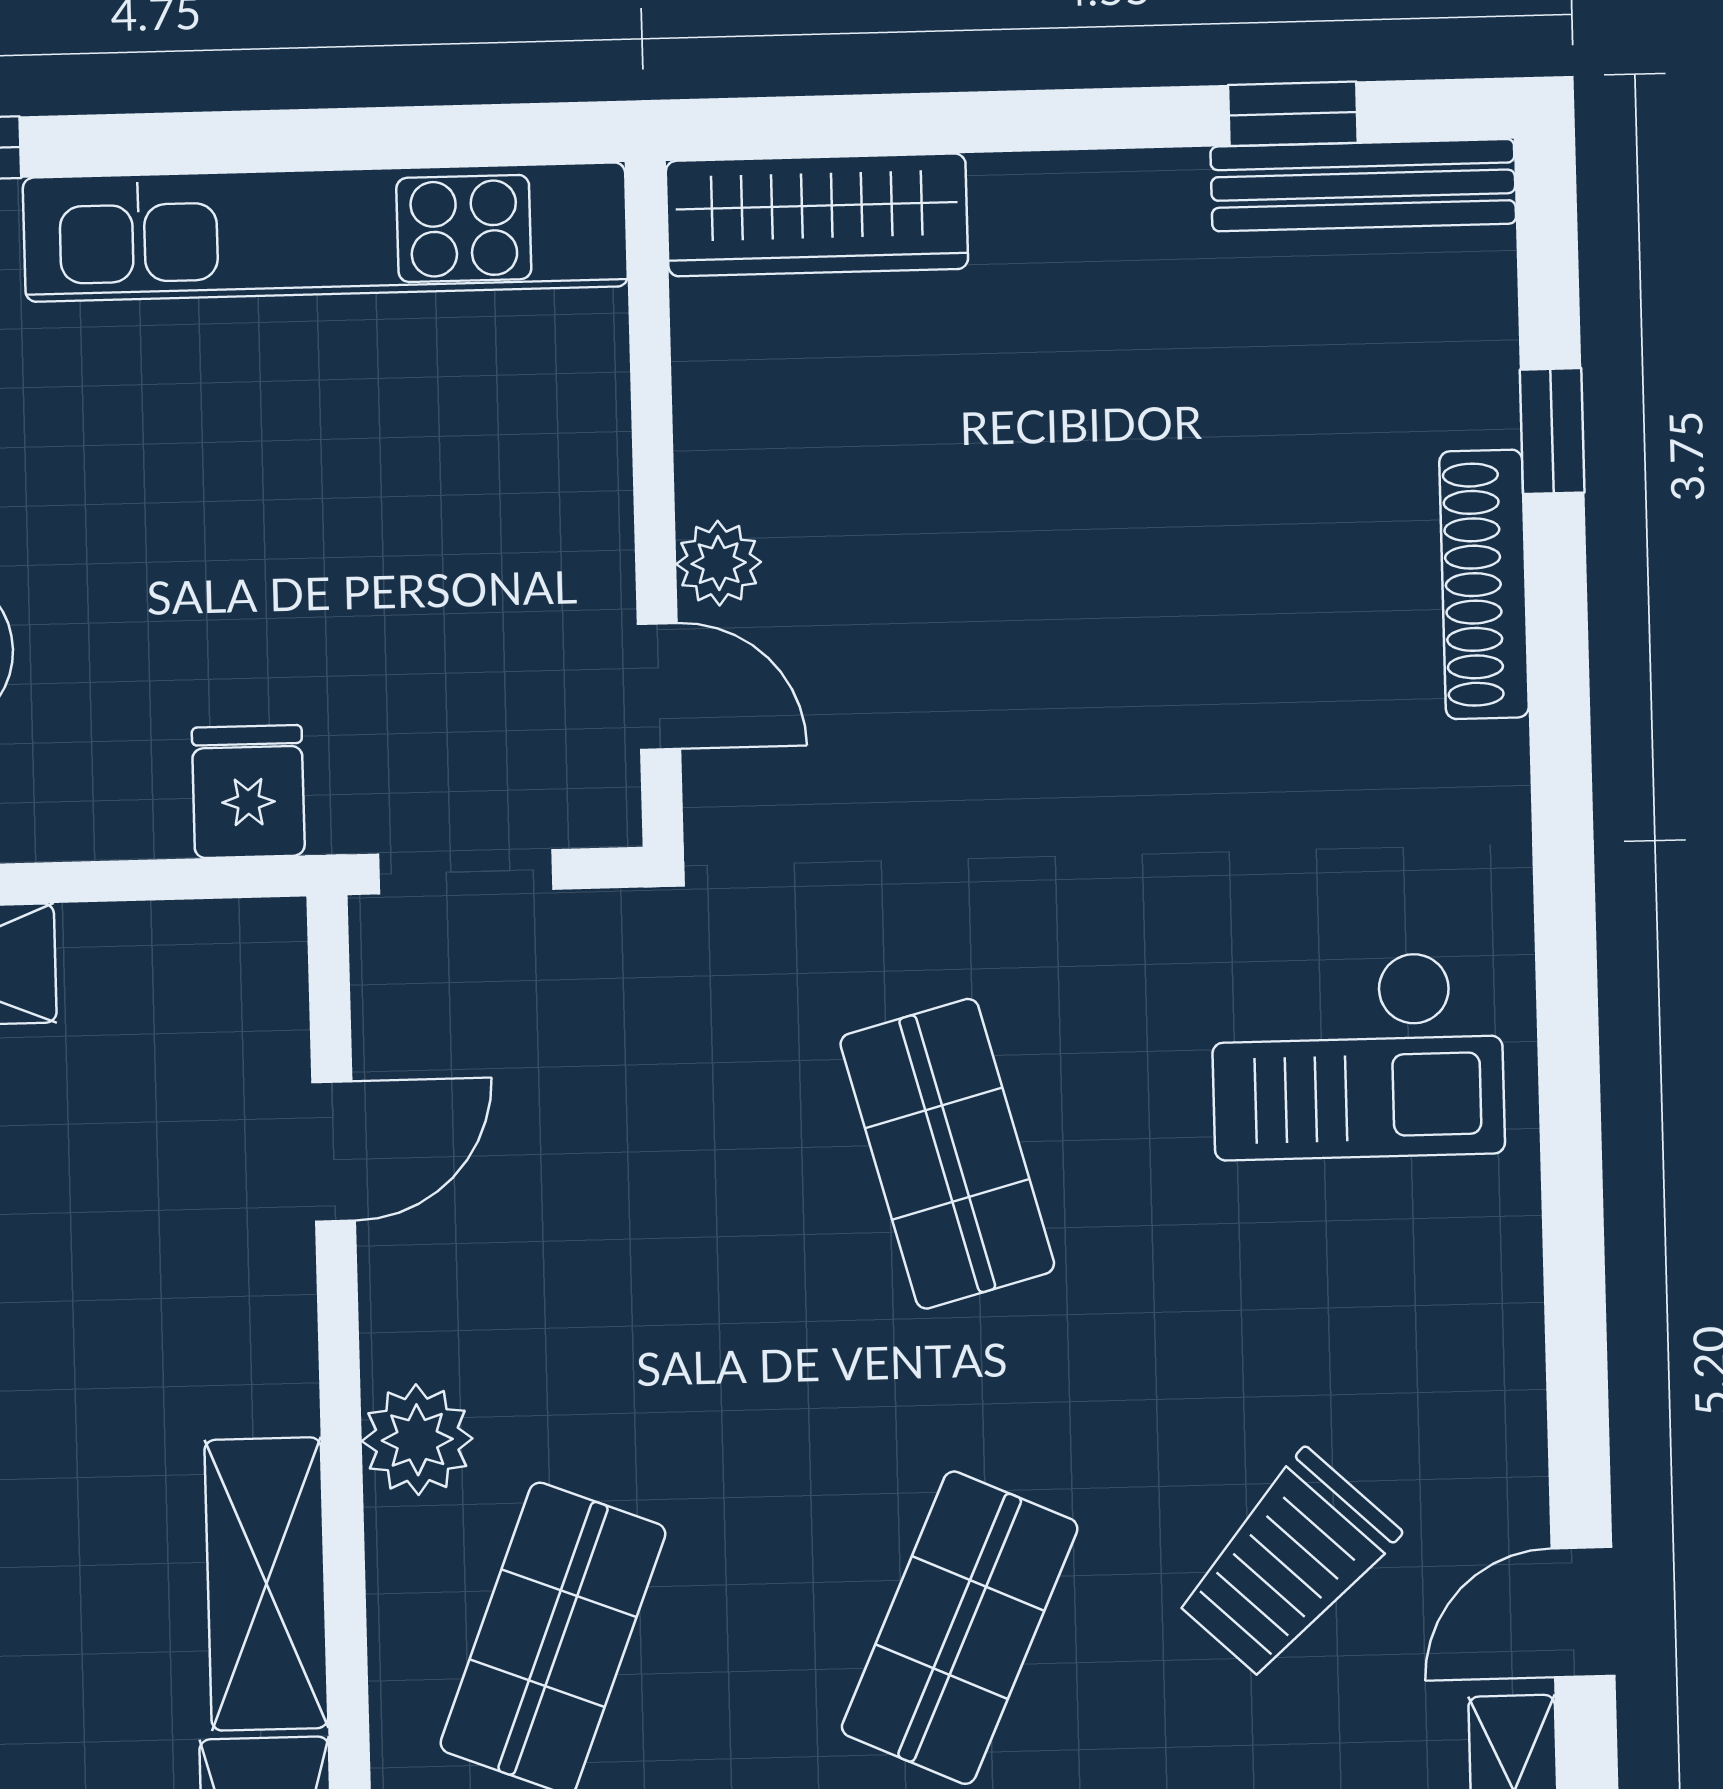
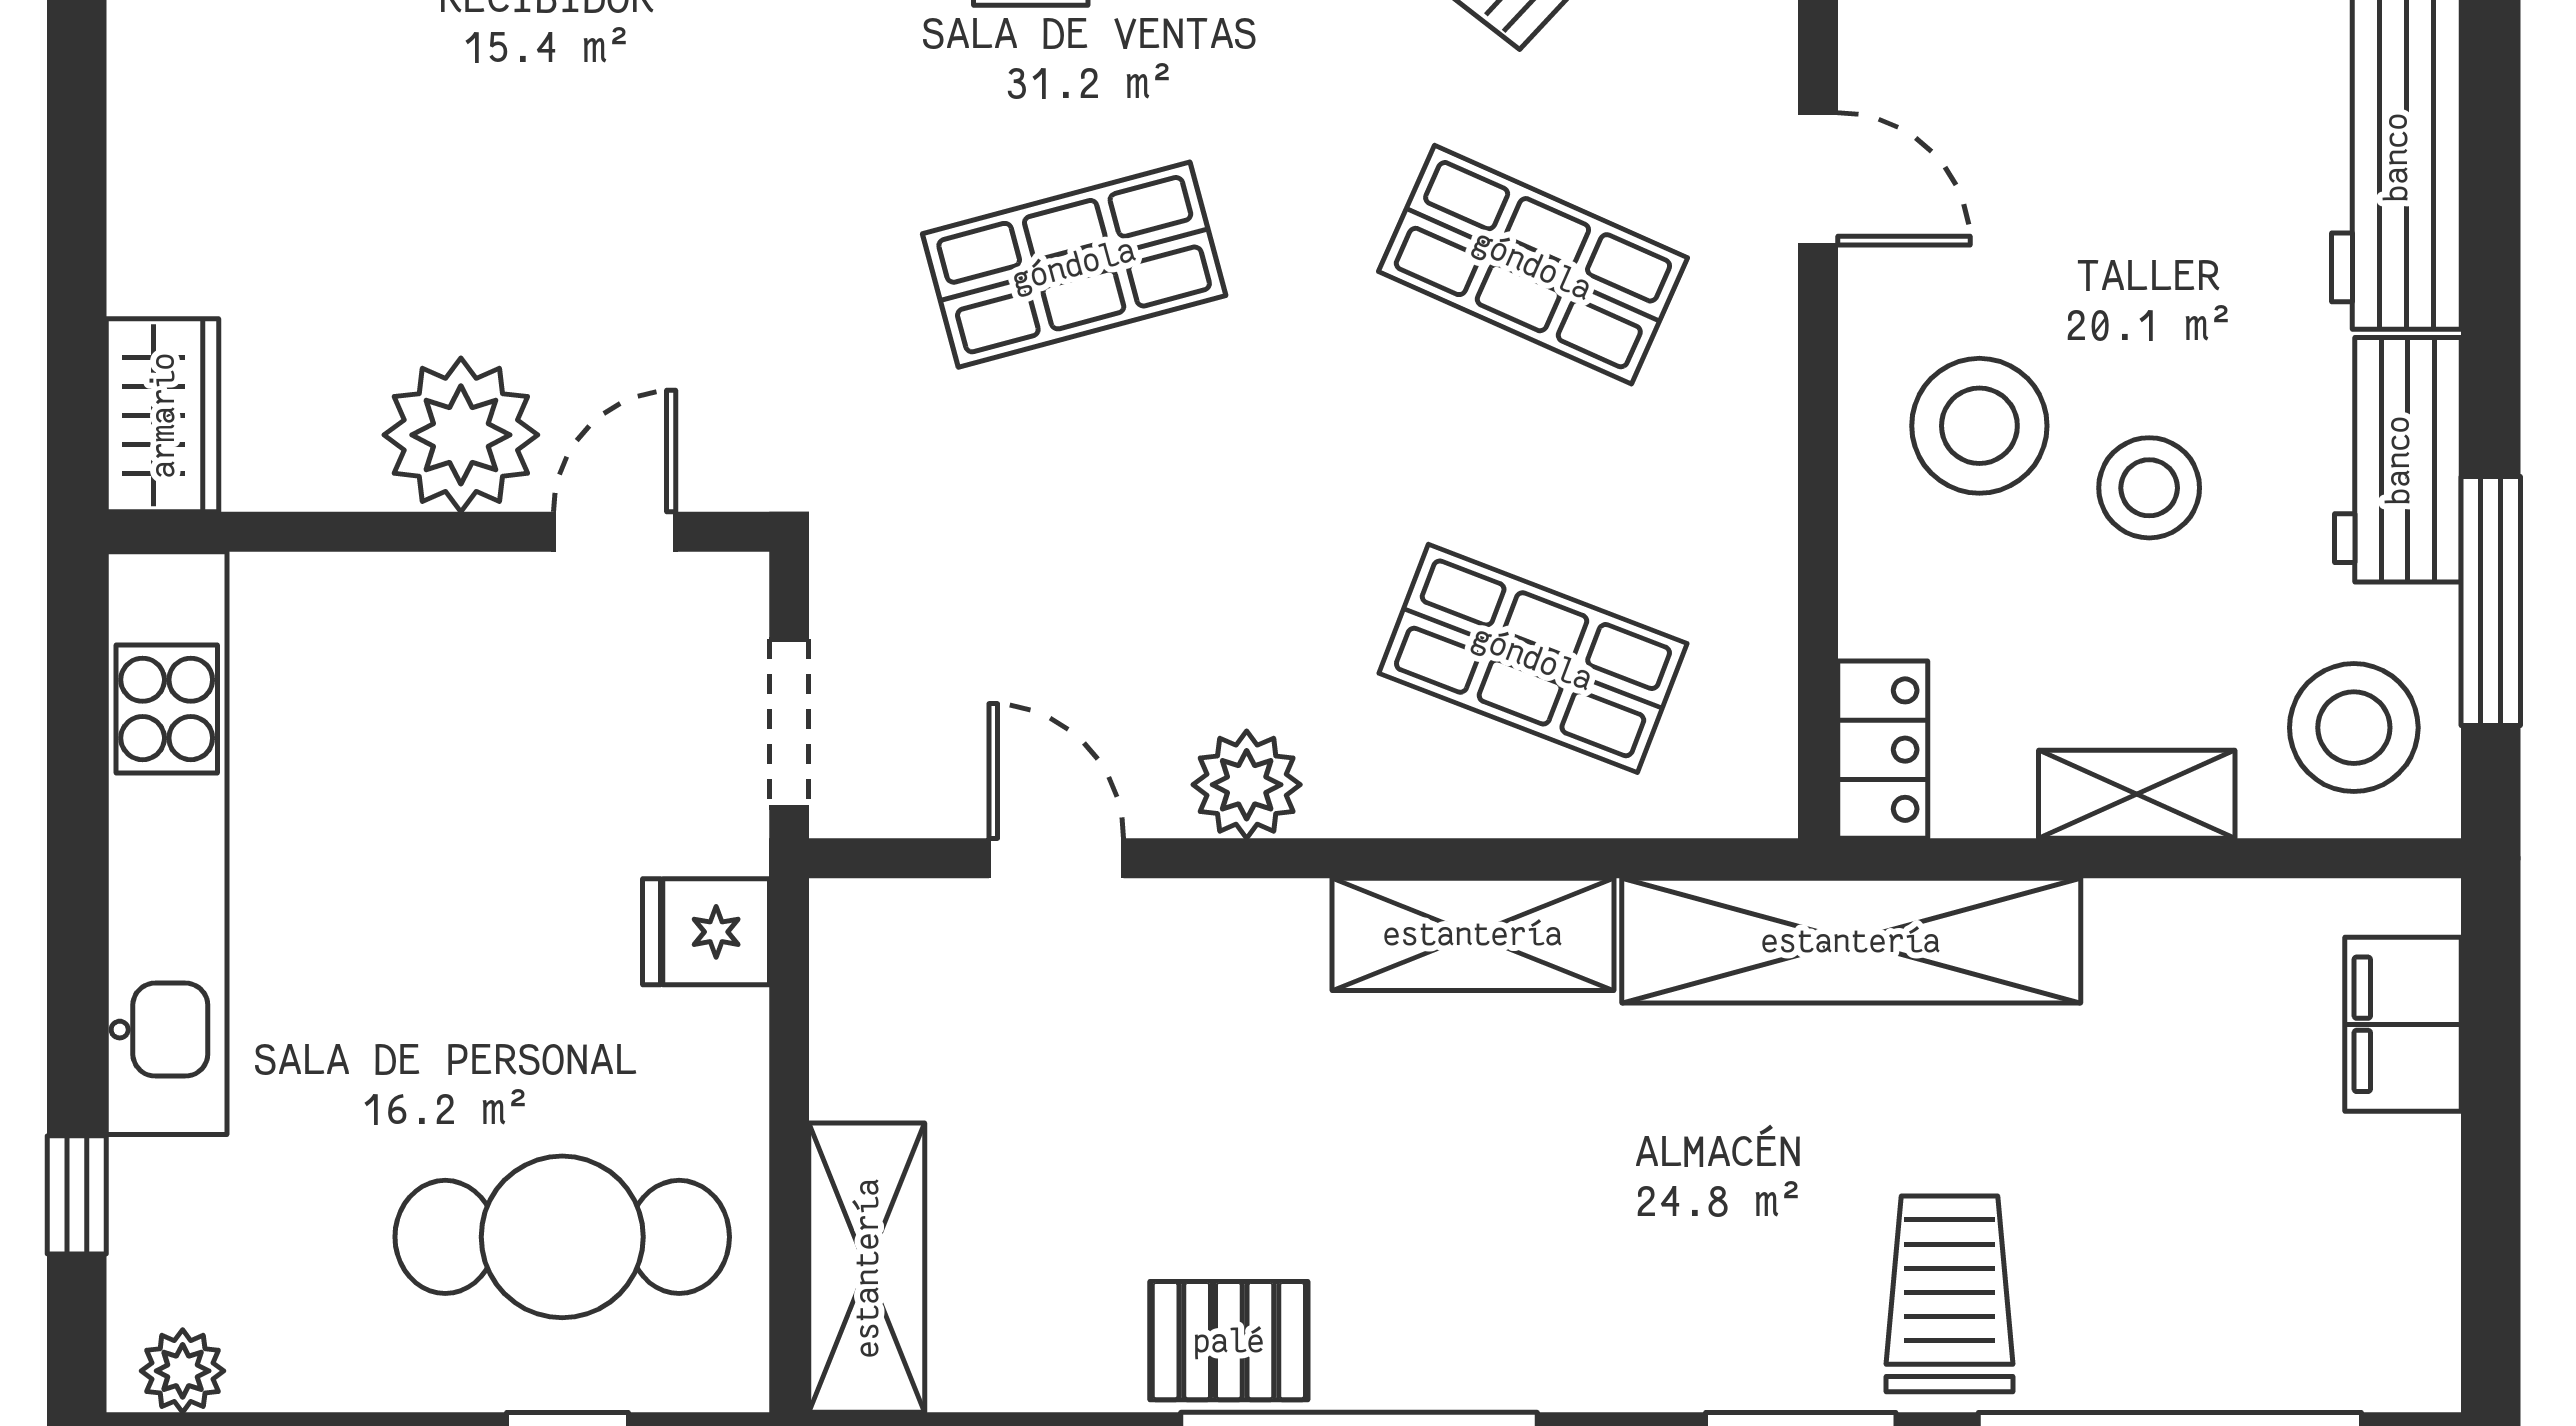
wardrobe: (817, 215) -> (163, 415), width x0.67
plant: (719, 563) -> (461, 435), width x1.88, depth x1.88
plant: (417, 1440) -> (1247, 785), moved

